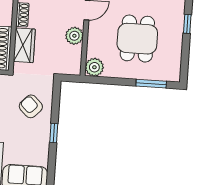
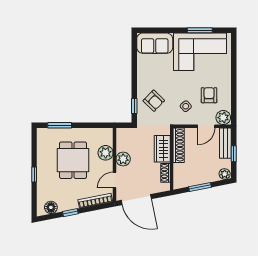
plant: (94, 67) -> (106, 153), moved
window: (54, 133) -> (134, 106), moved

